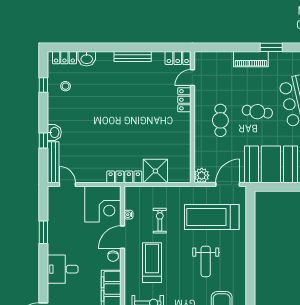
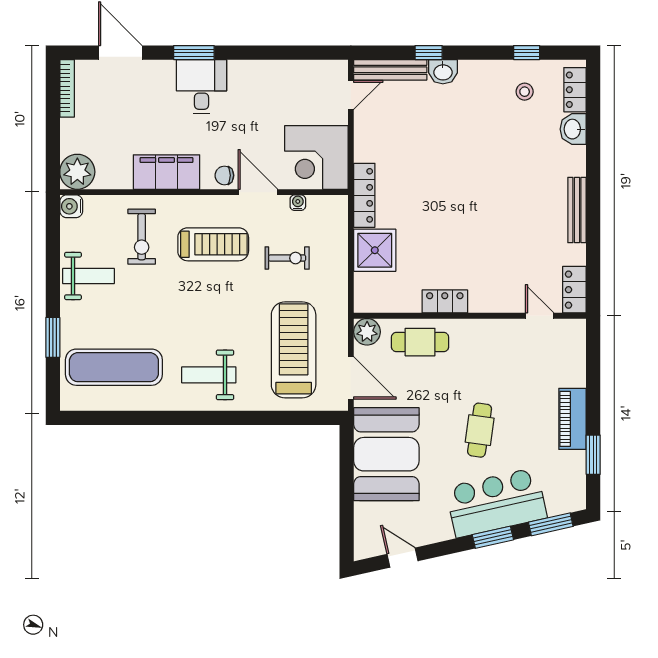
locker: (184, 100) -> (445, 301), moved
cafe table: (220, 120) -> (420, 342), moved
window: (43, 232) -> (194, 53), moved
weight bench: (206, 261) -> (209, 375), moved

